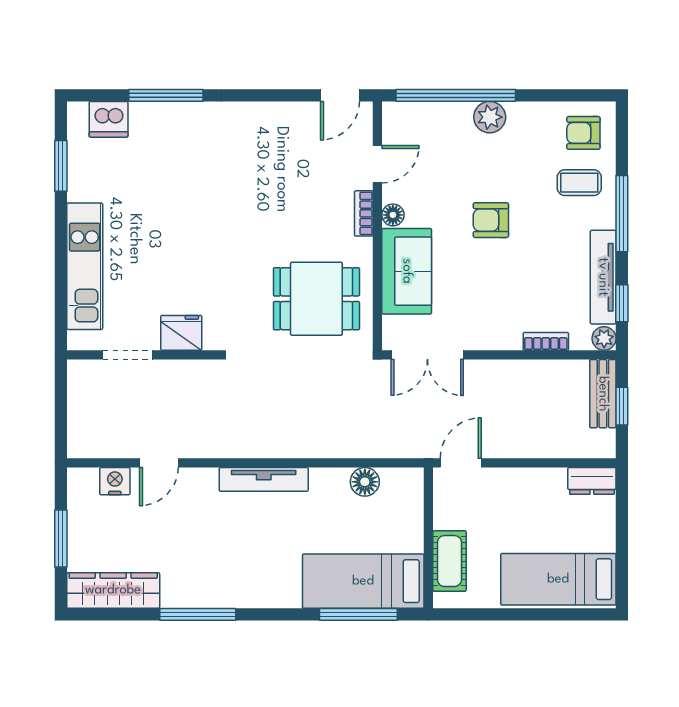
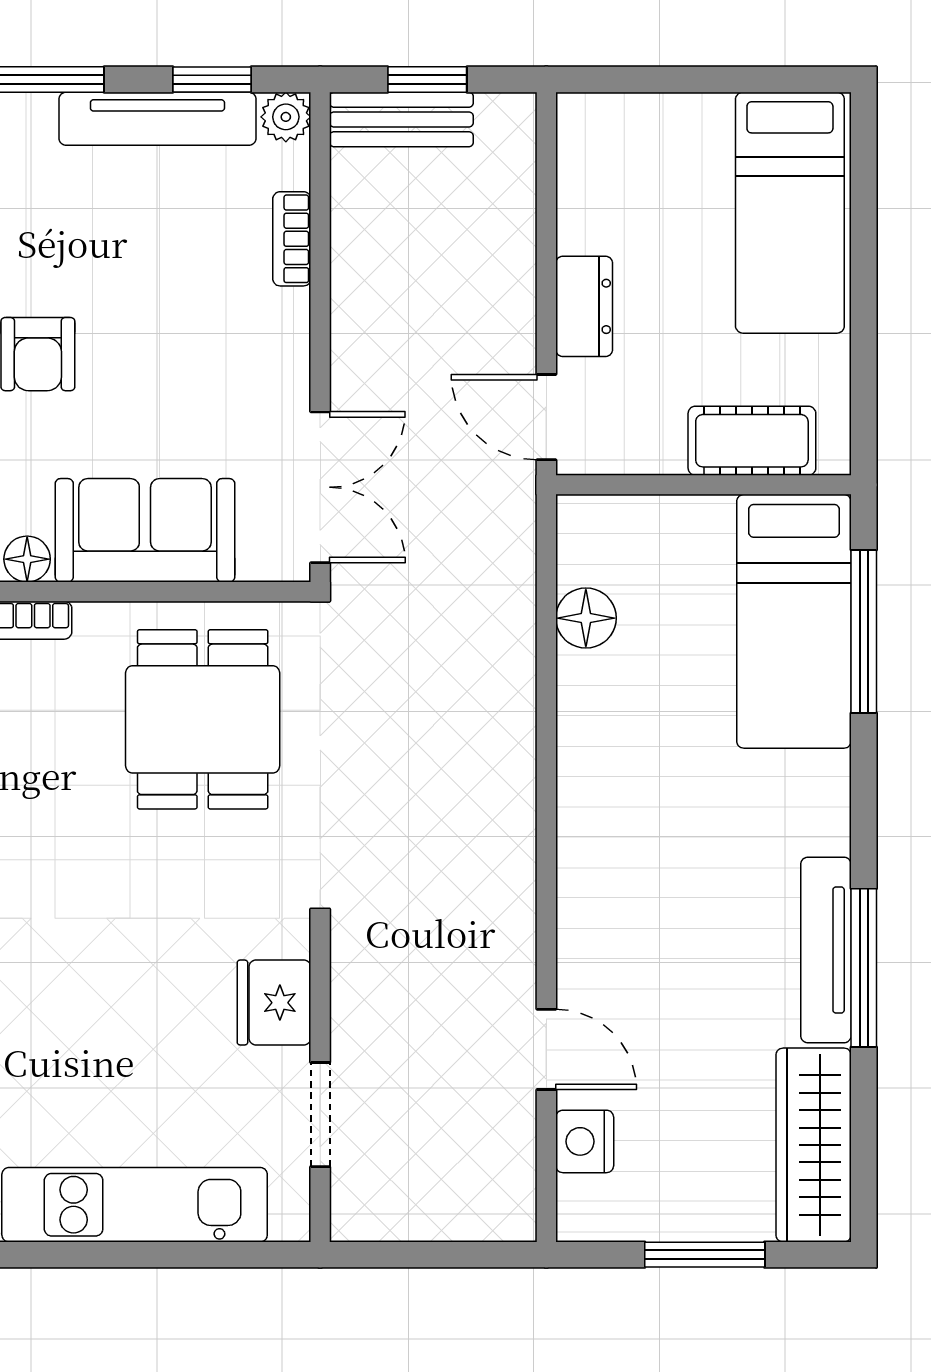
tv unit: (264, 479) -> (826, 950), moved, turned 180
dresser: (592, 481) -> (584, 306), moved

